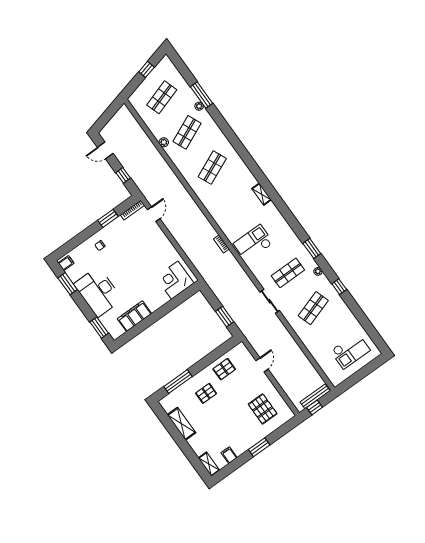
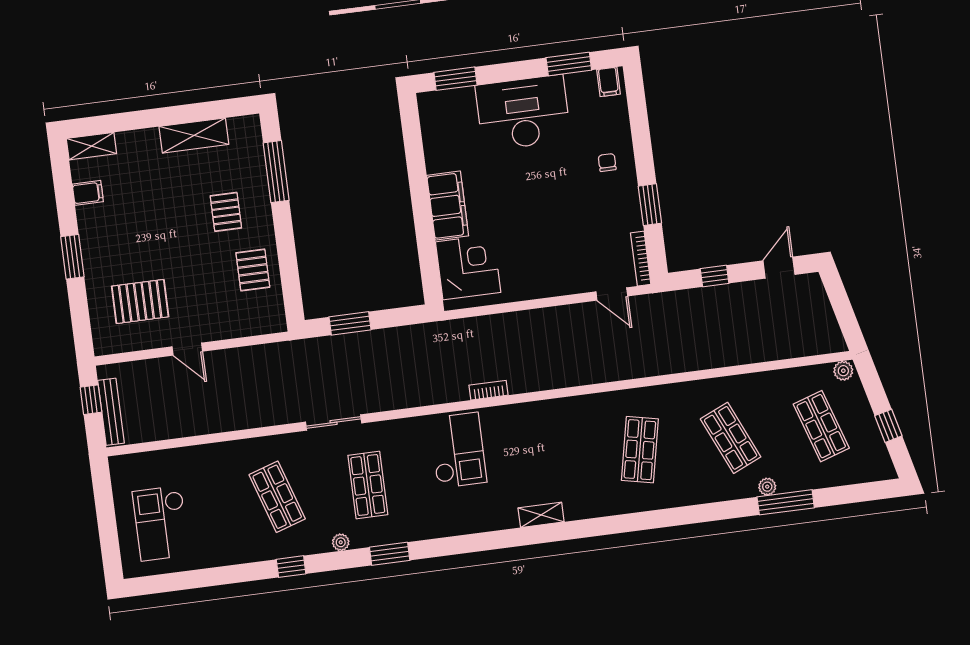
plant: (164, 142) -> (843, 371), moved
shop shelf: (212, 168) -> (640, 450), turned 36
filing cabinet: (134, 316) -> (448, 206), moved
door: (262, 365) -> (187, 349), moved

